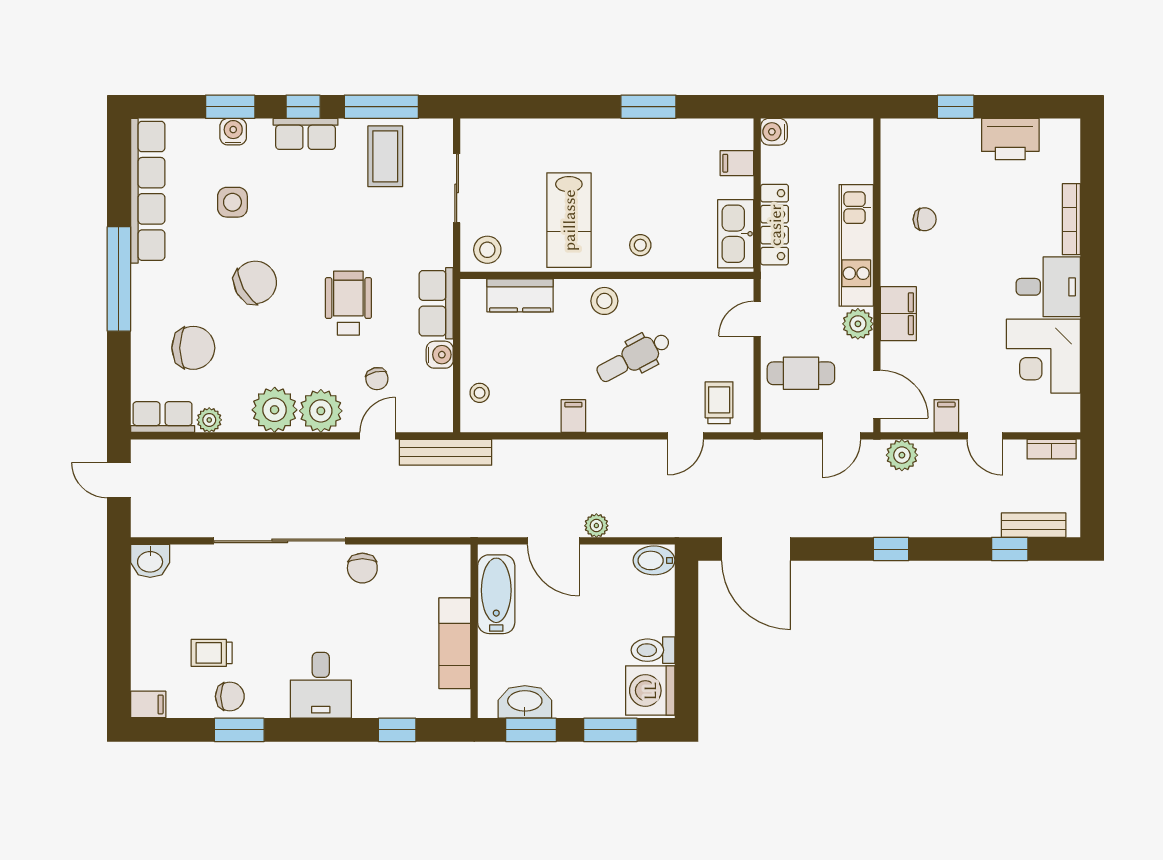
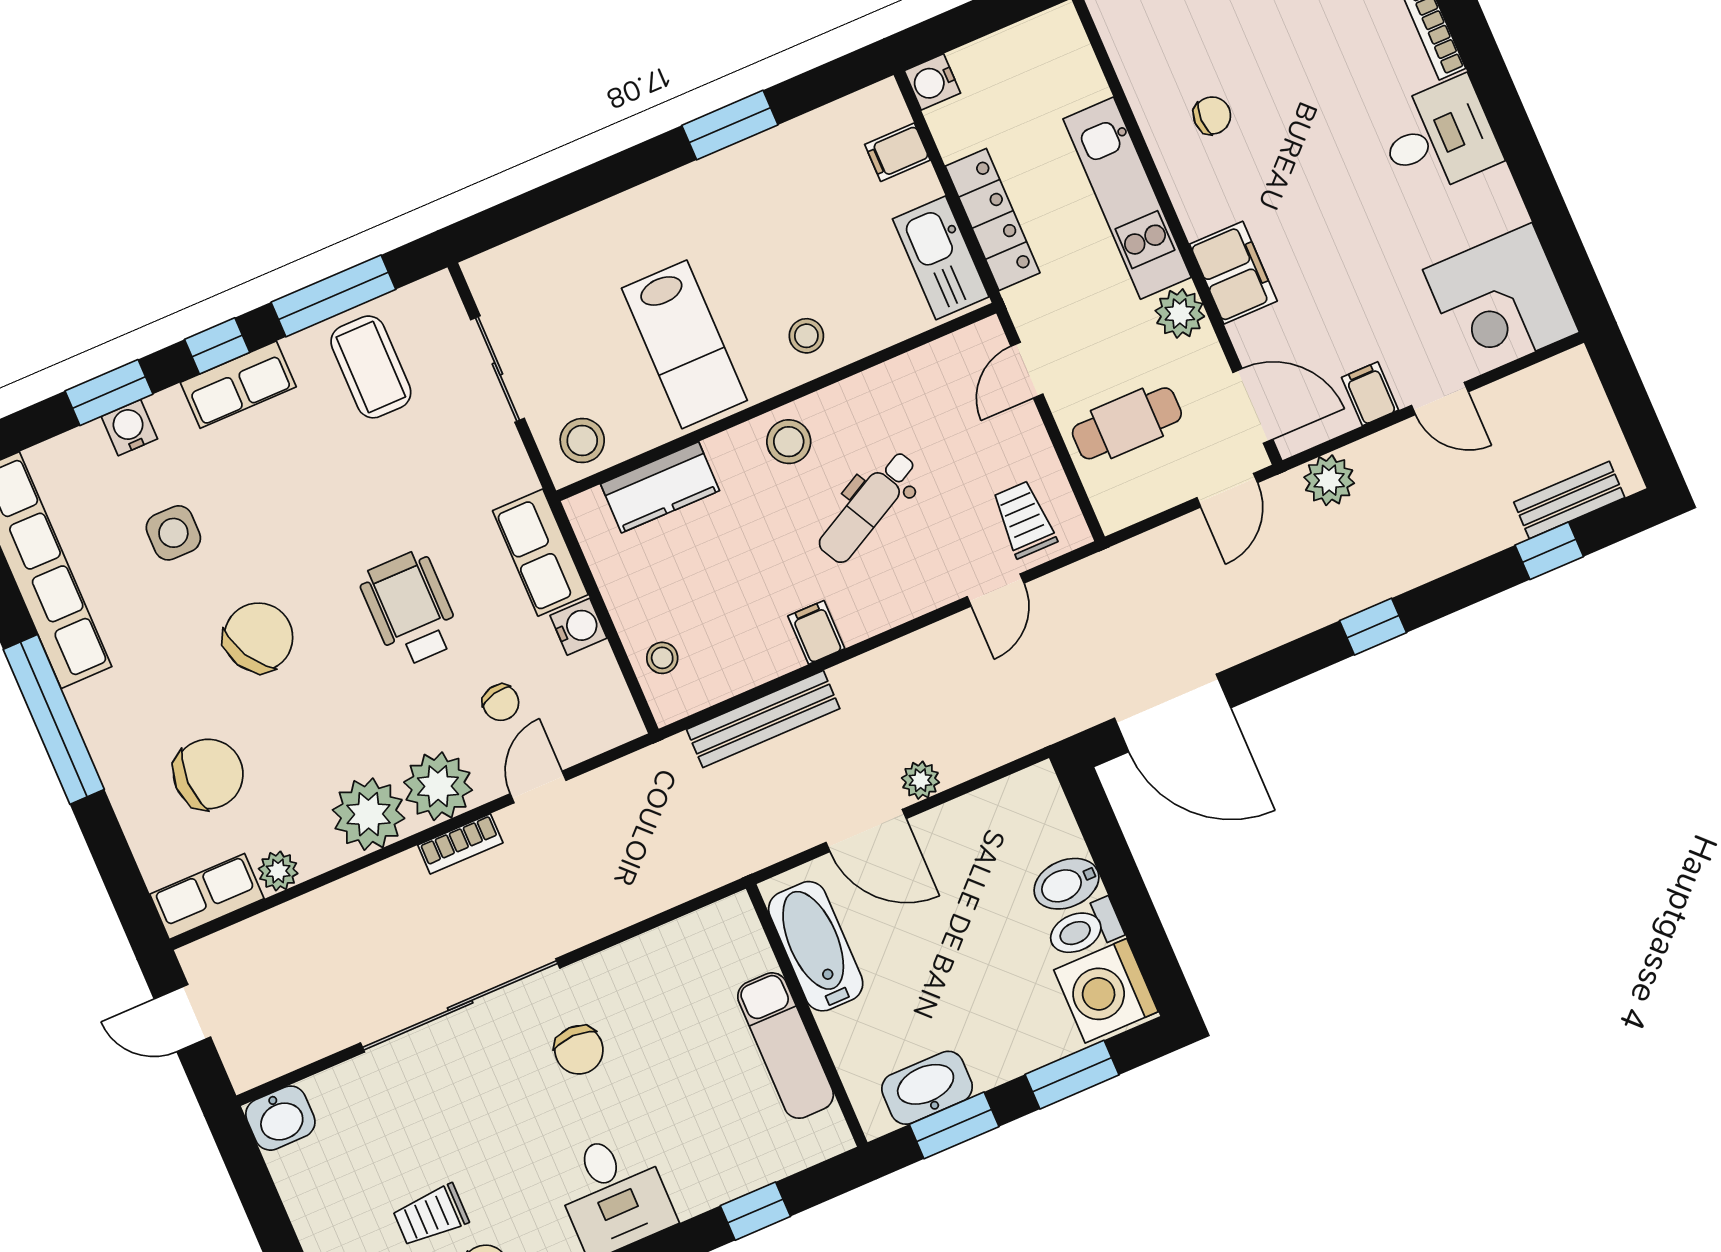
corner desk: (1043, 356) -> (1501, 301), moved
bookcase: (1052, 449) -> (460, 844), moved
bench: (445, 452) -> (763, 719), moved
bidet: (654, 560) -> (1066, 884), moved
chair: (362, 568) -> (579, 1050), moved

